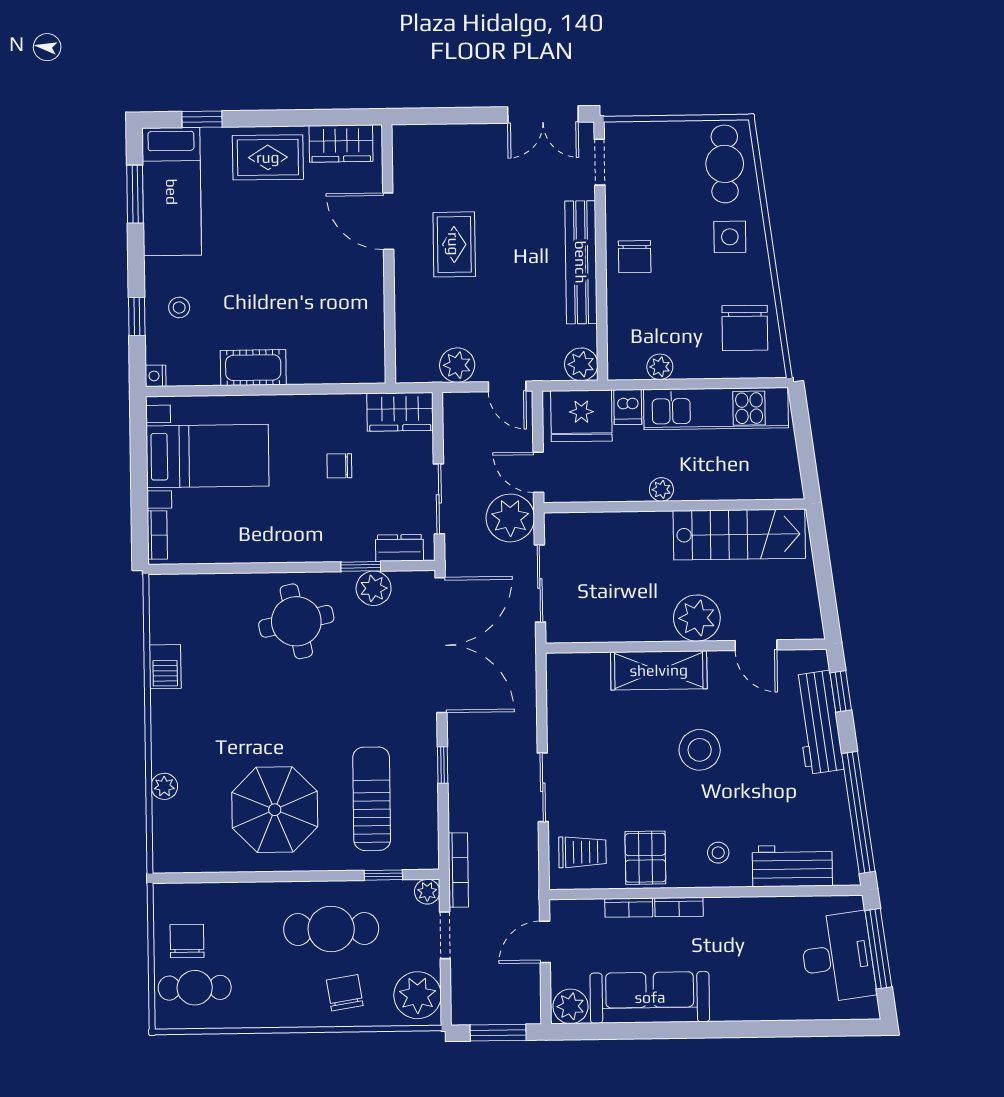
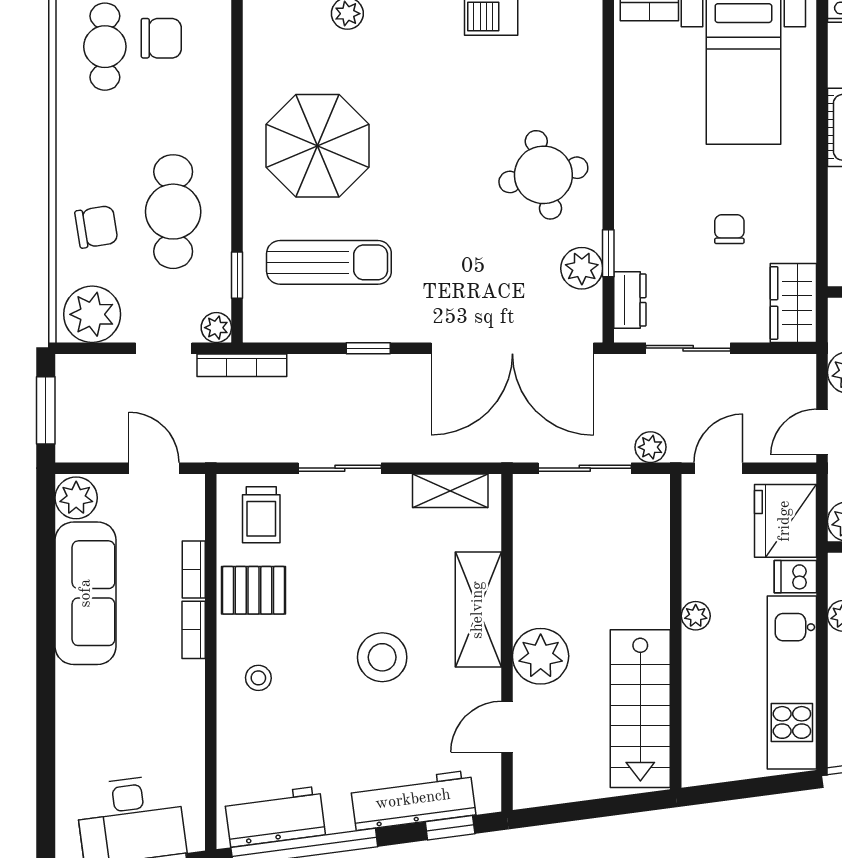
plant: (510, 518) -> (650, 447), width x0.53, depth x0.53
shelving: (560, 695) -> (450, 491), added
workbench: (792, 866) -> (275, 817), moved, turned -98

